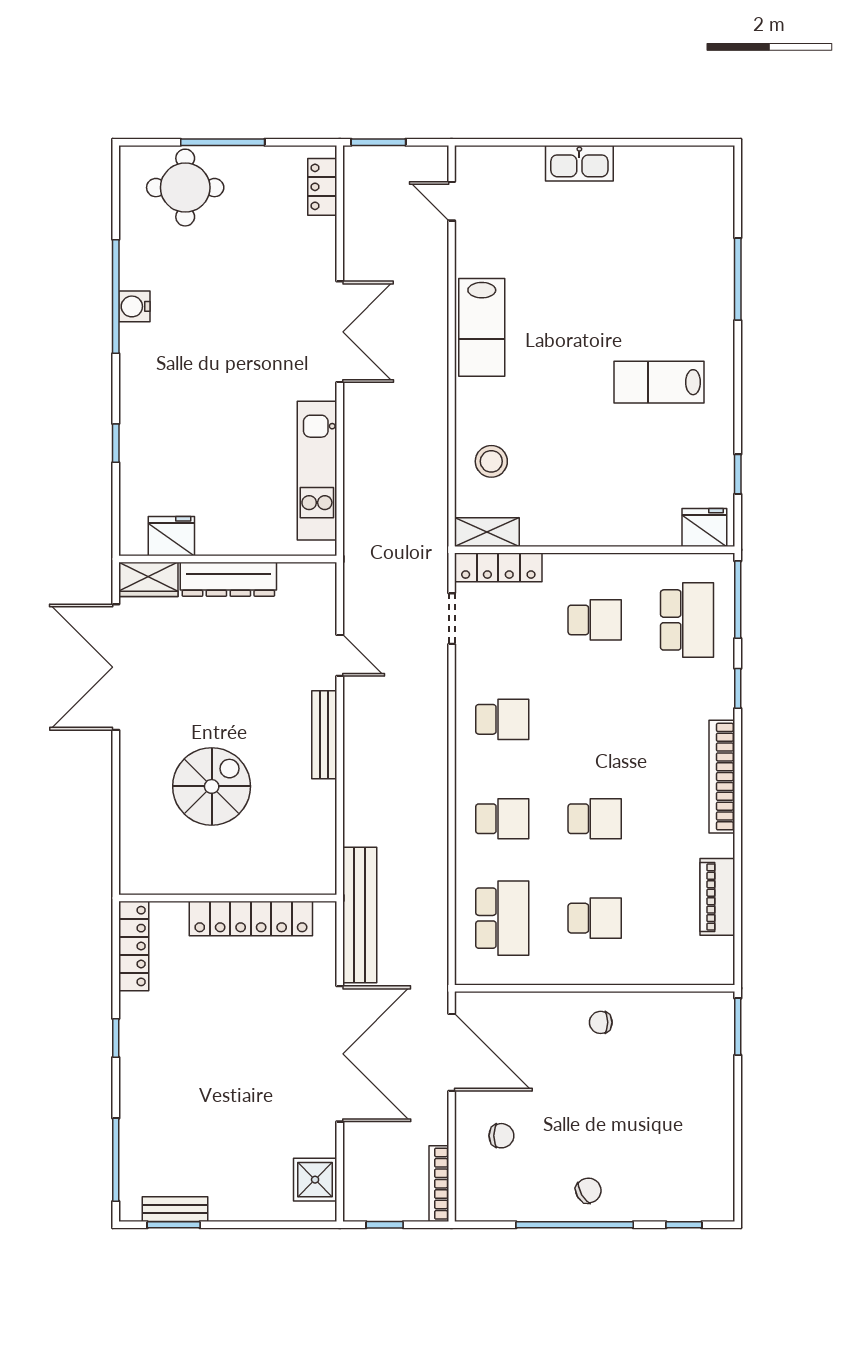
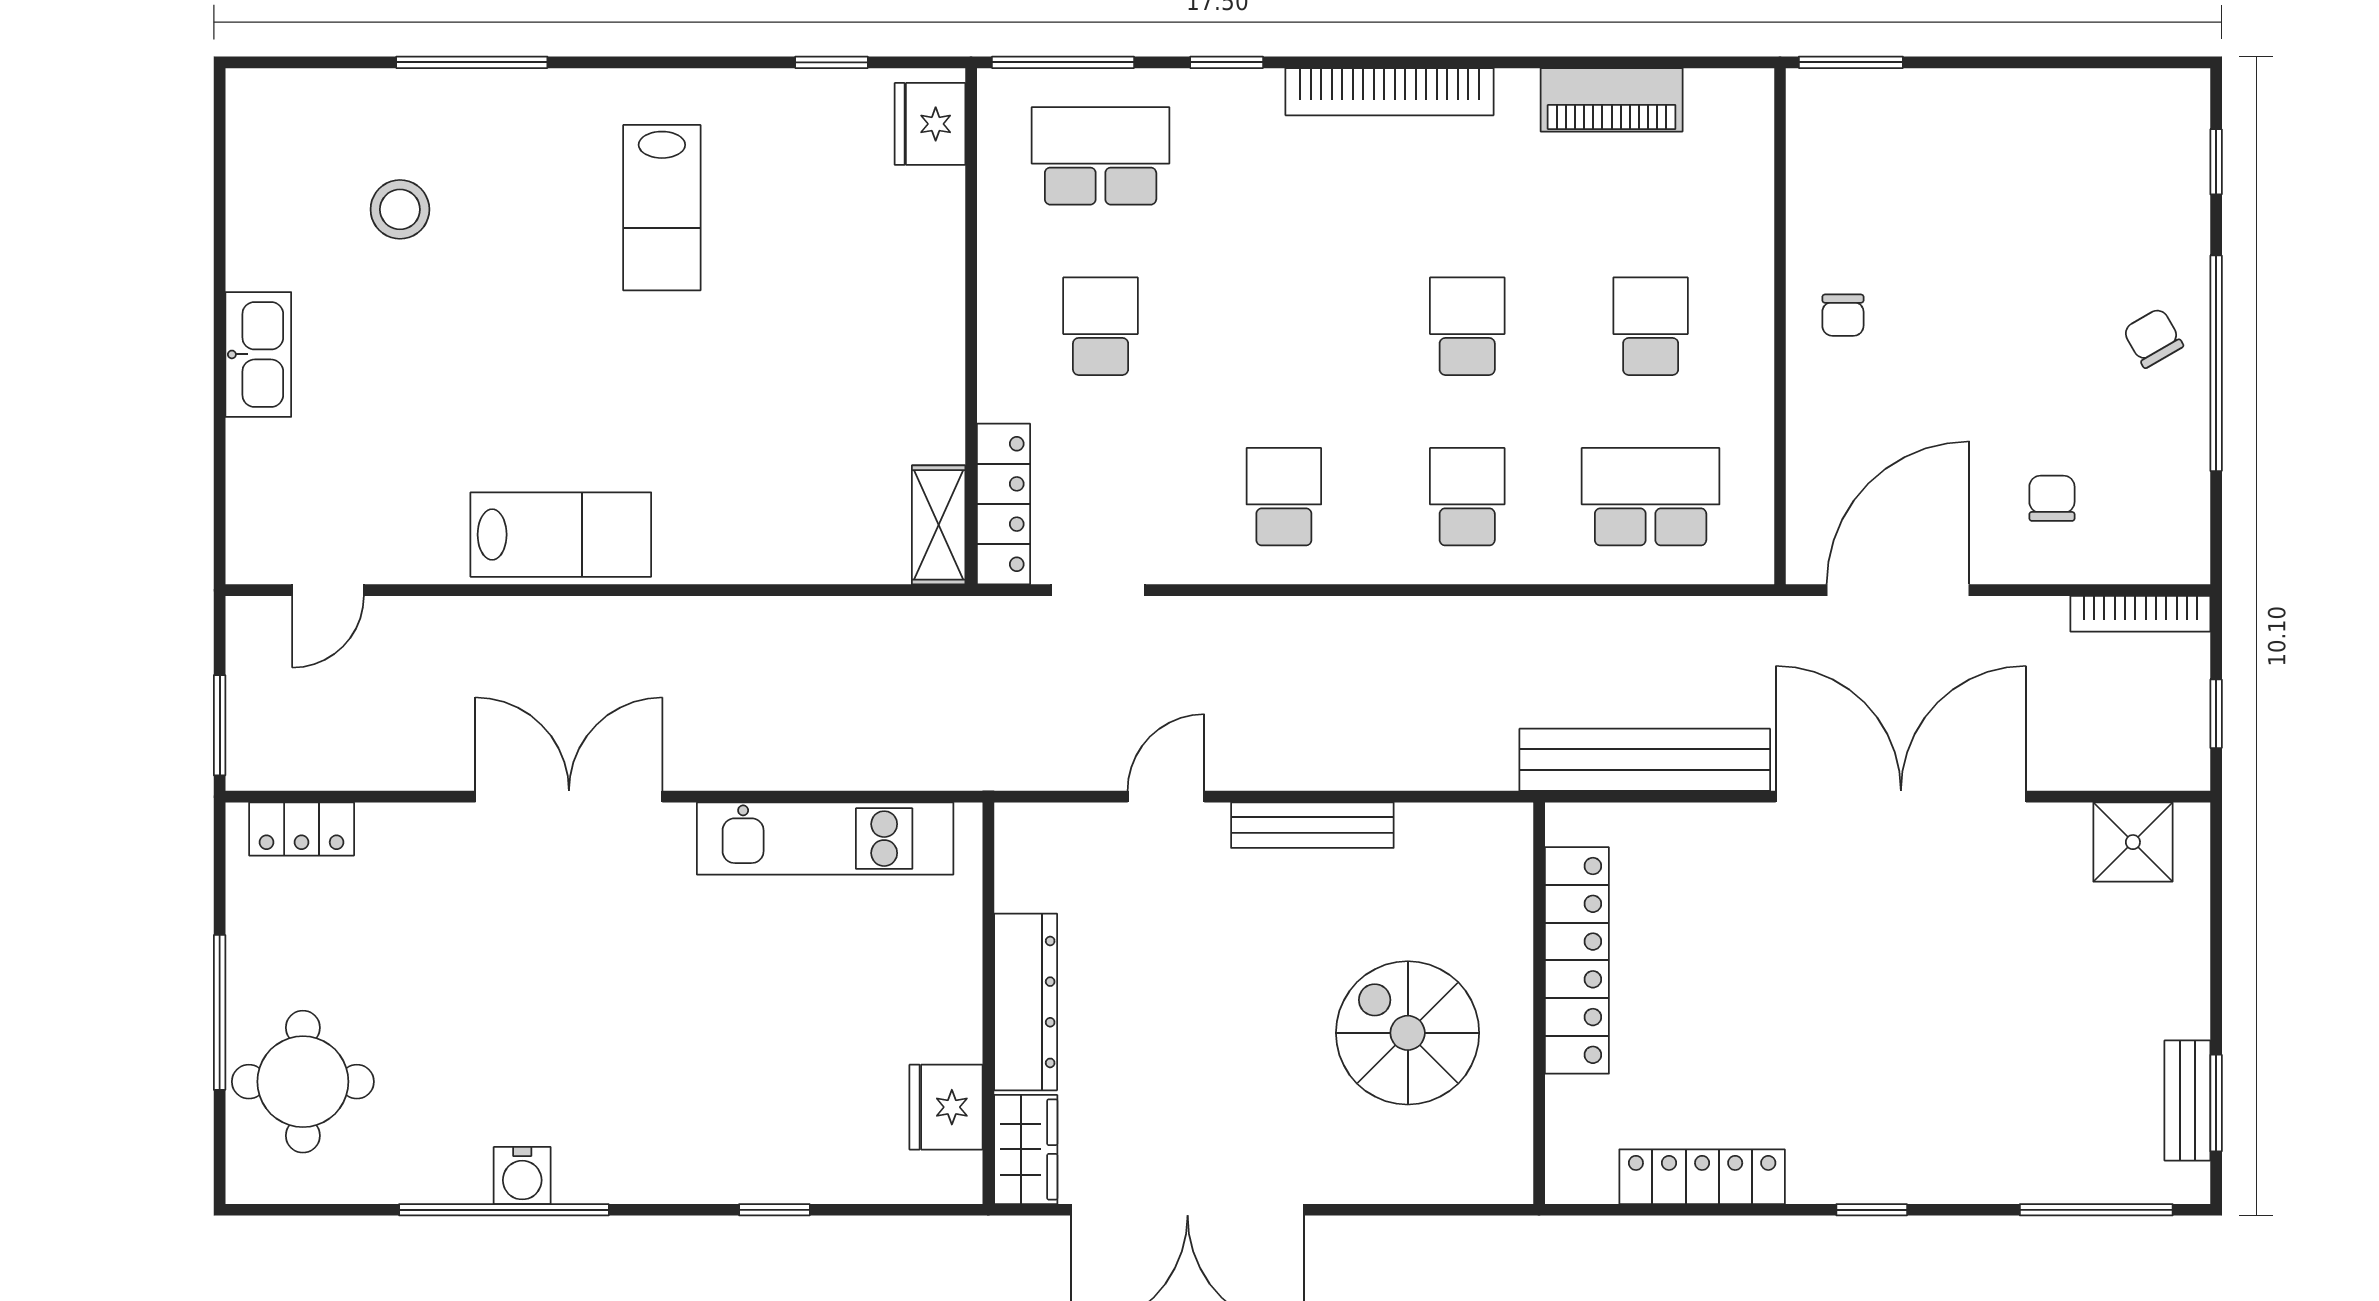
stool: (491, 461) -> (400, 209), moved
wall: (228, 898) -> (1539, 1003), moved
locker: (251, 919) -> (1577, 960), moved

